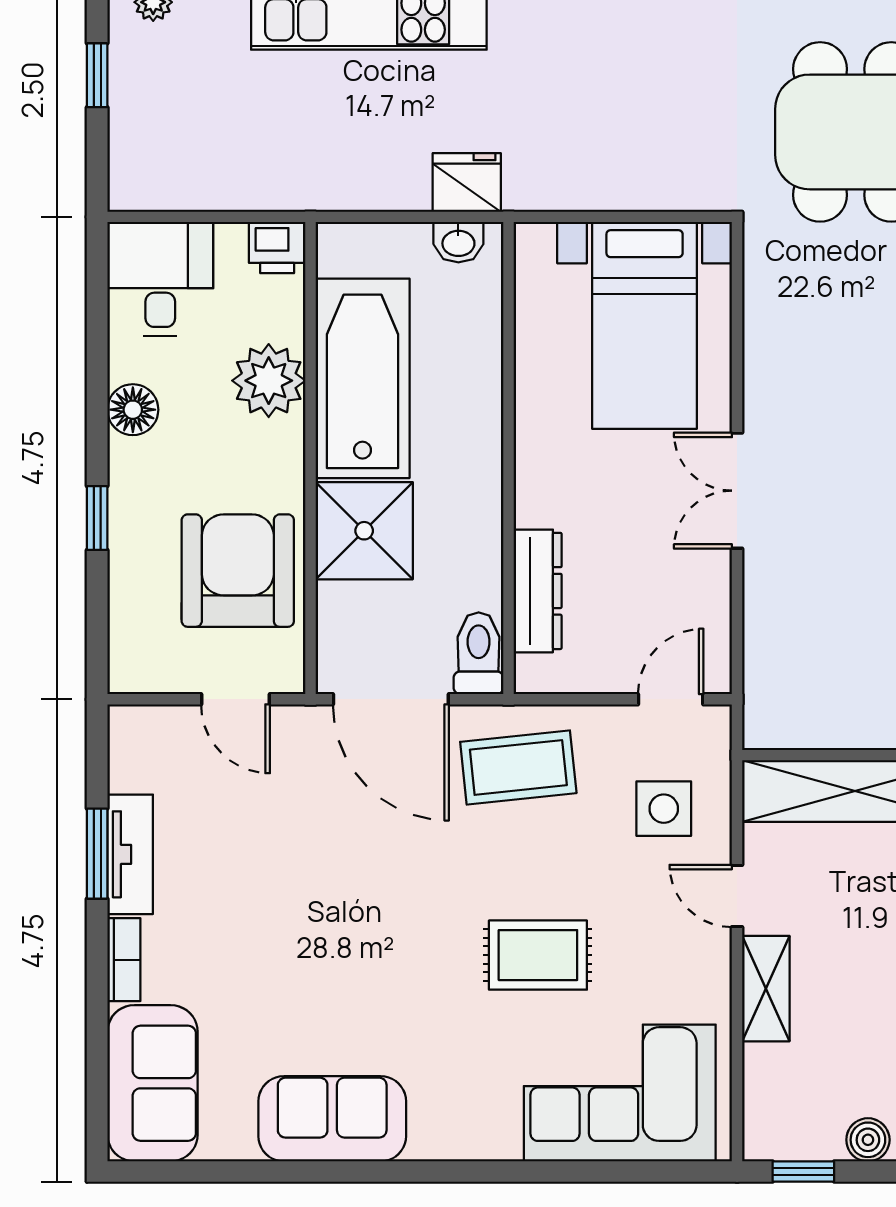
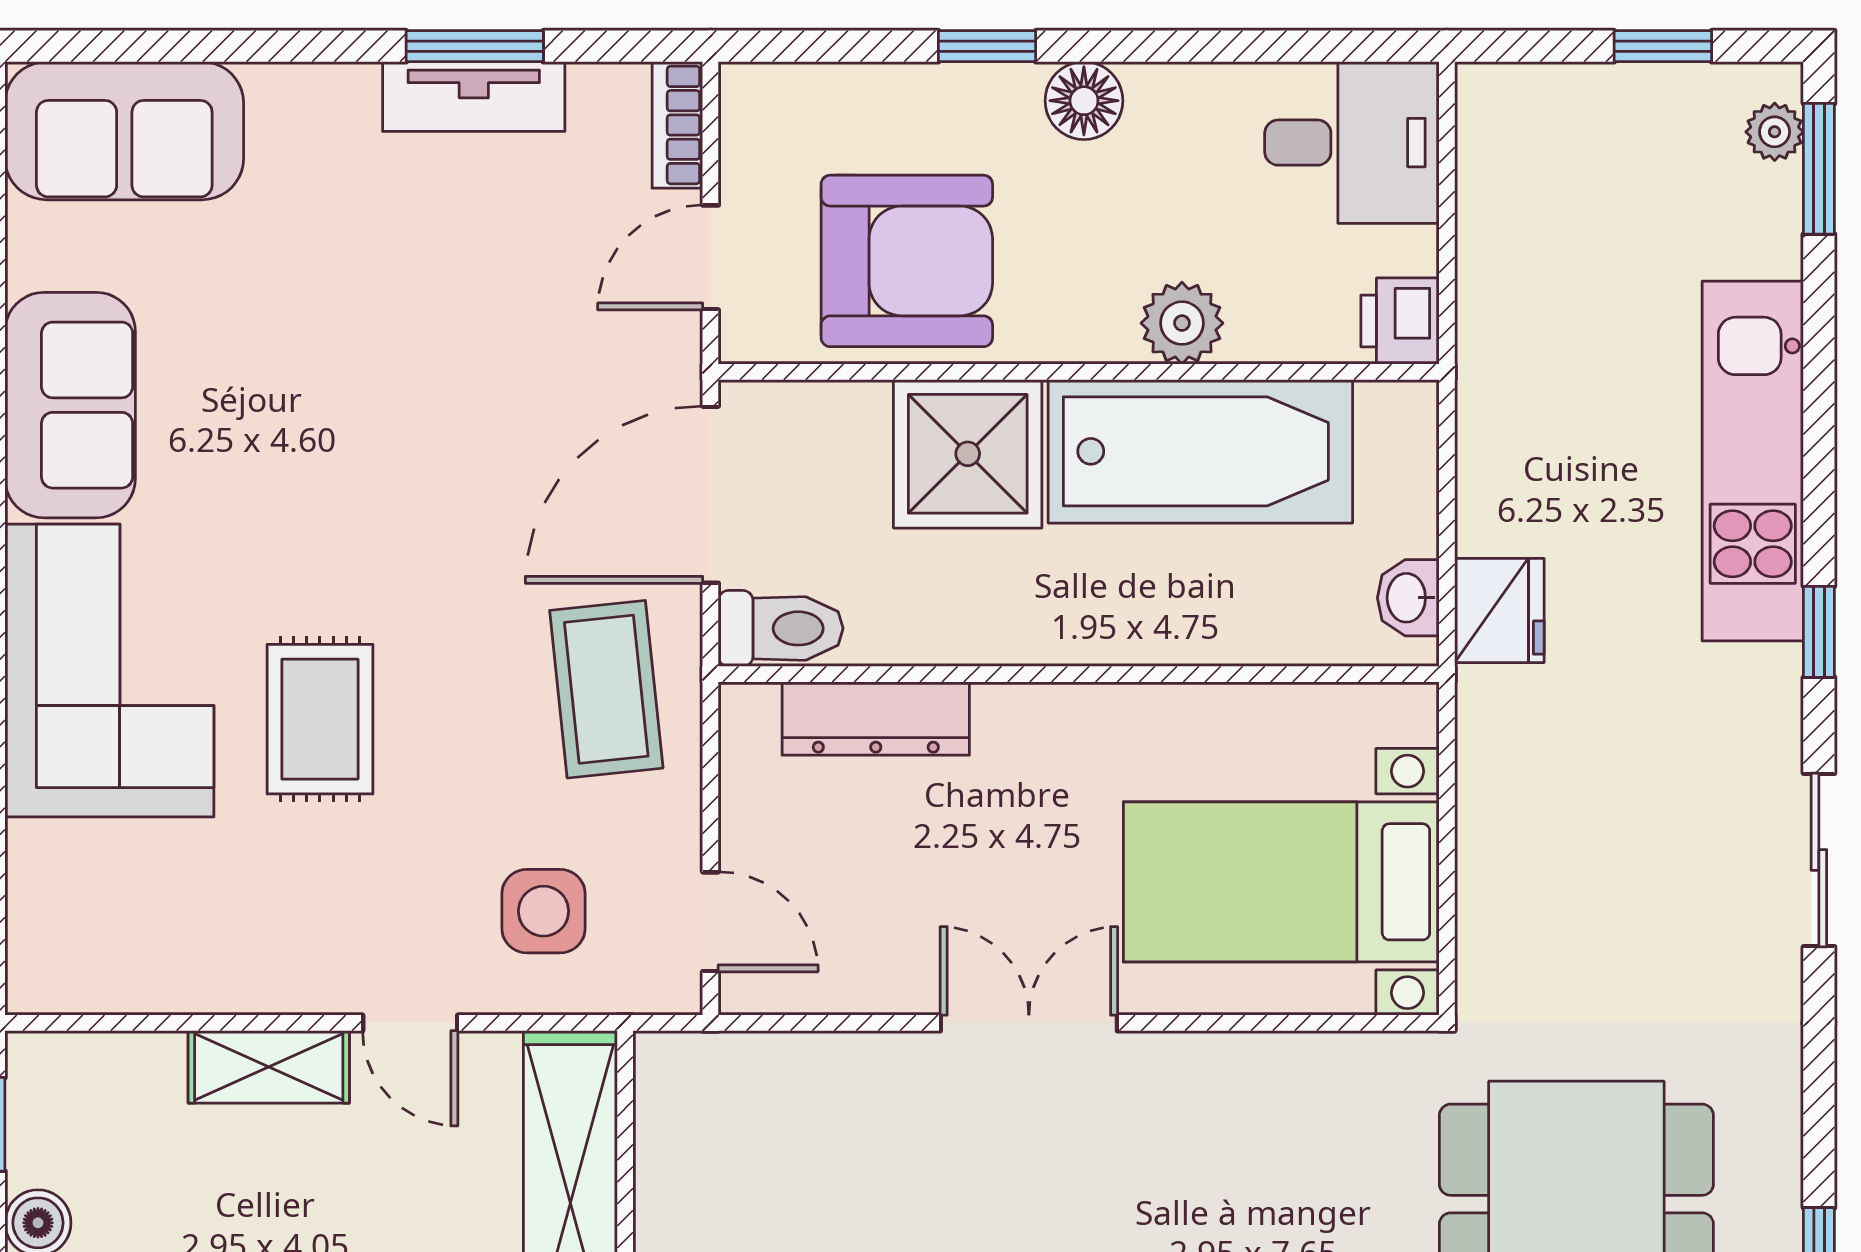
plant: (269, 381) -> (1182, 323), width x0.73, depth x0.73
floor lamp: (133, 410) -> (1084, 101), moved
door: (737, 896) -> (410, 1023), swing flipped
bookcase: (124, 960) -> (677, 125), moved, turned 90
corner sofa: (620, 1093) -> (109, 670), moved

